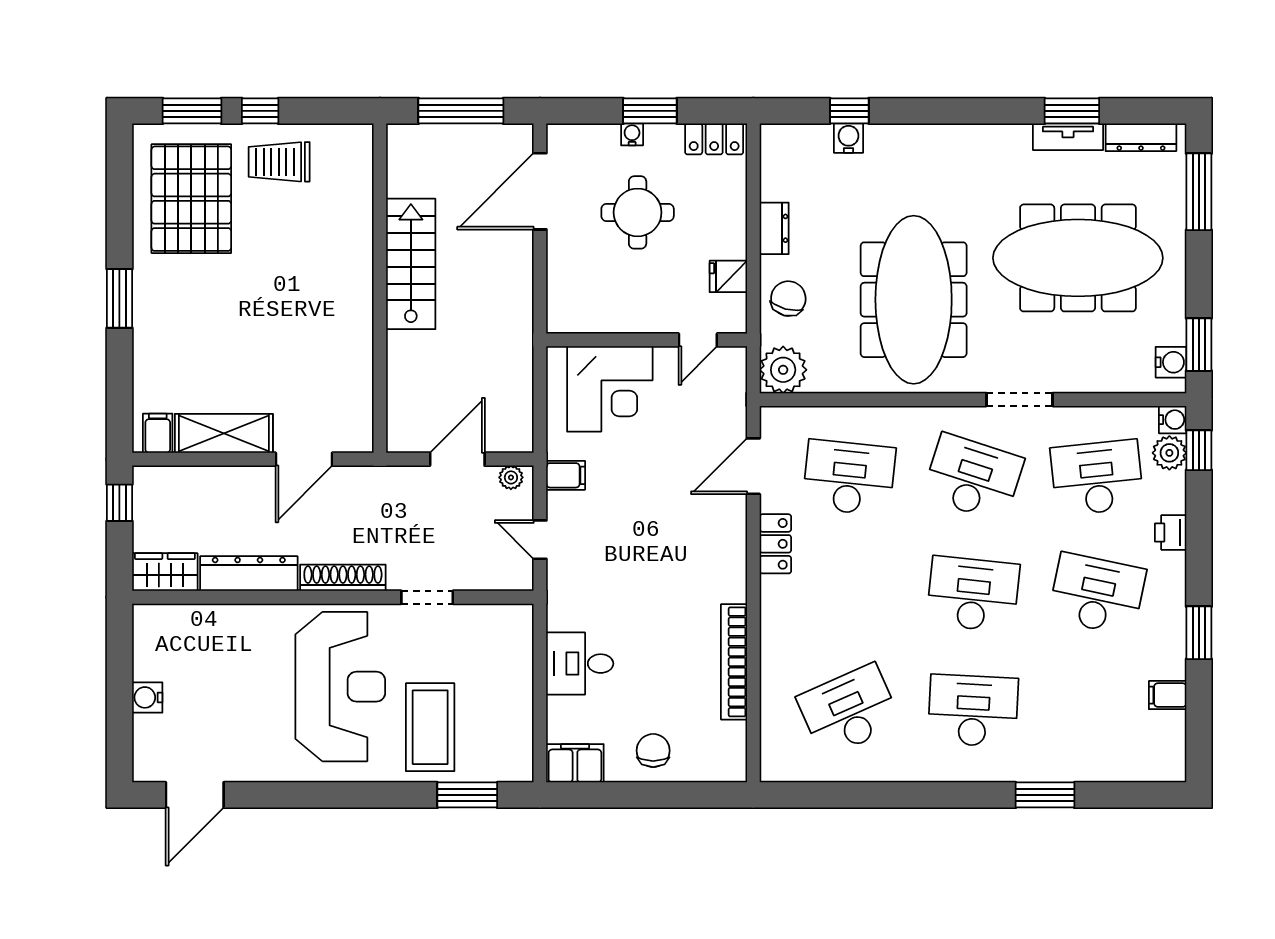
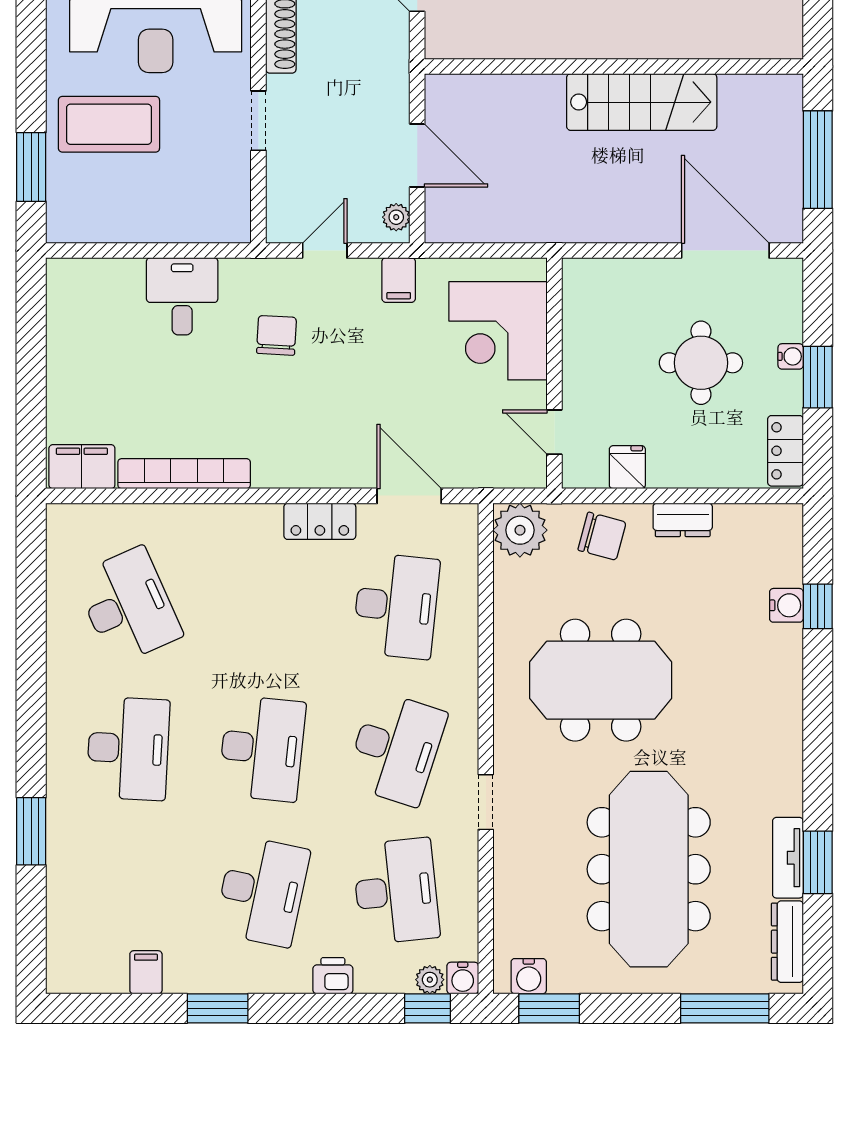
meeting table: (914, 300) -> (601, 680), width x0.73
doorway: (1020, 400) -> (486, 802), width x0.73
plant: (1169, 453) -> (430, 980), width x0.73, depth x0.73
chair: (653, 751) -> (276, 335), moved, turned -87
filing cabinet: (575, 763) -> (82, 467), moved, turned -90

